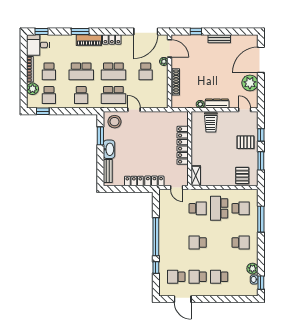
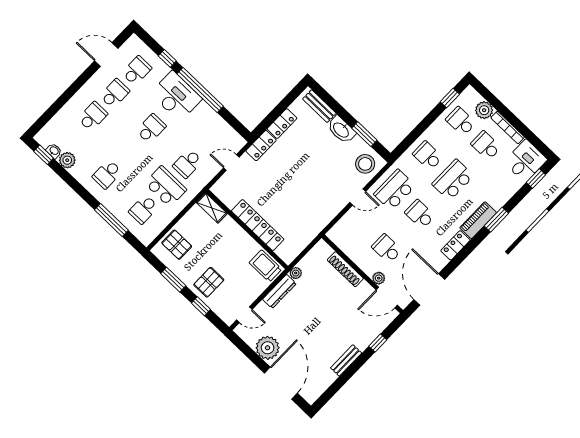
school desk: (113, 71) -> (420, 214), width x0.54
locker: (183, 145) -> (258, 225), moved
wall: (190, 149) -> (247, 229), moved
shelving: (196, 176) -> (212, 208), moved
desk: (170, 246) -> (176, 96), added

